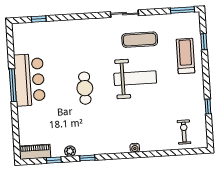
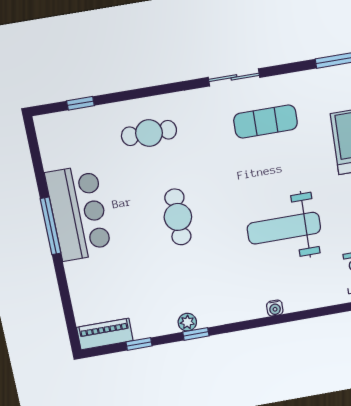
cafe table: (74, 39) -> (149, 133), added
weight bench: (135, 78) -> (284, 228), moved, turned 180
plant: (70, 151) -> (187, 322), moved

